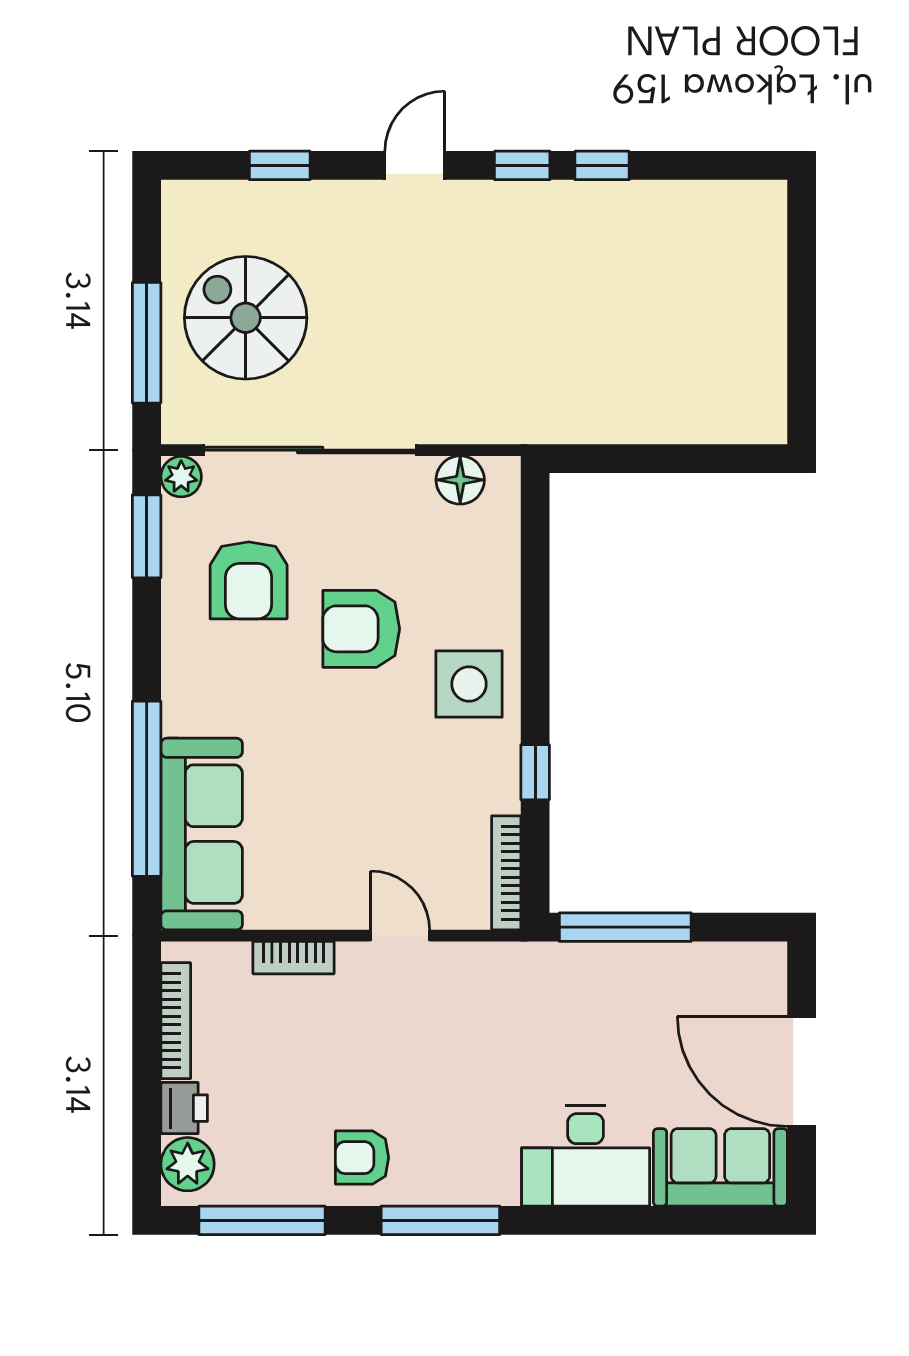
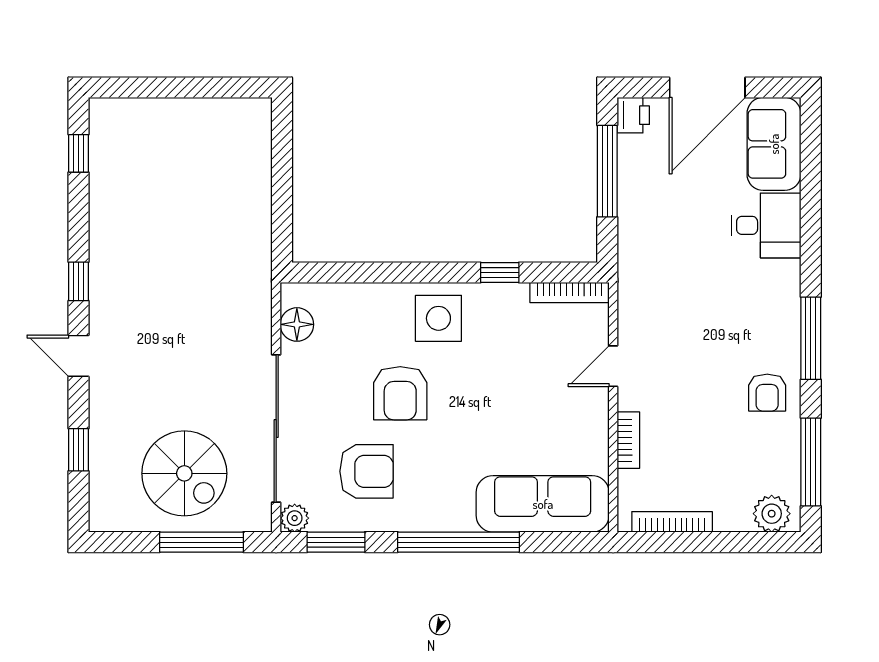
window: (602, 165) -> (79, 153), moved
spiral stairs: (246, 318) -> (184, 473), turned -90
window: (147, 789) -> (459, 542), moved
window: (625, 927) -> (607, 171), moved
printer: (184, 1108) -> (633, 115), moved, turned 90
desk: (586, 1156) -> (766, 225), width x0.73

